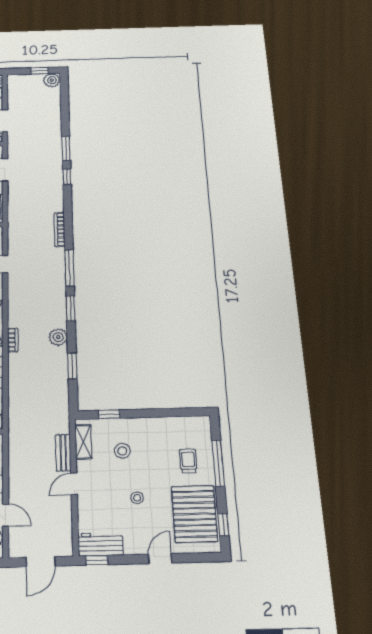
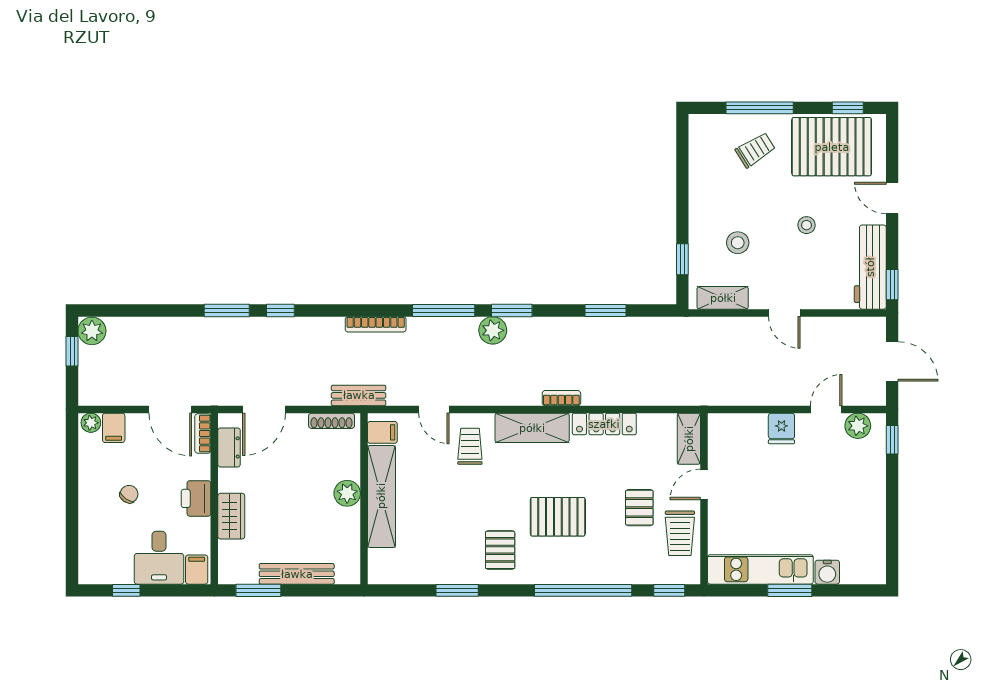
plant: (58, 337) -> (493, 330), moved
bench: (63, 453) -> (359, 395), moved
trolley: (188, 461) -> (755, 150), turned 148
workbench: (101, 544) -> (870, 267), width x1.38

